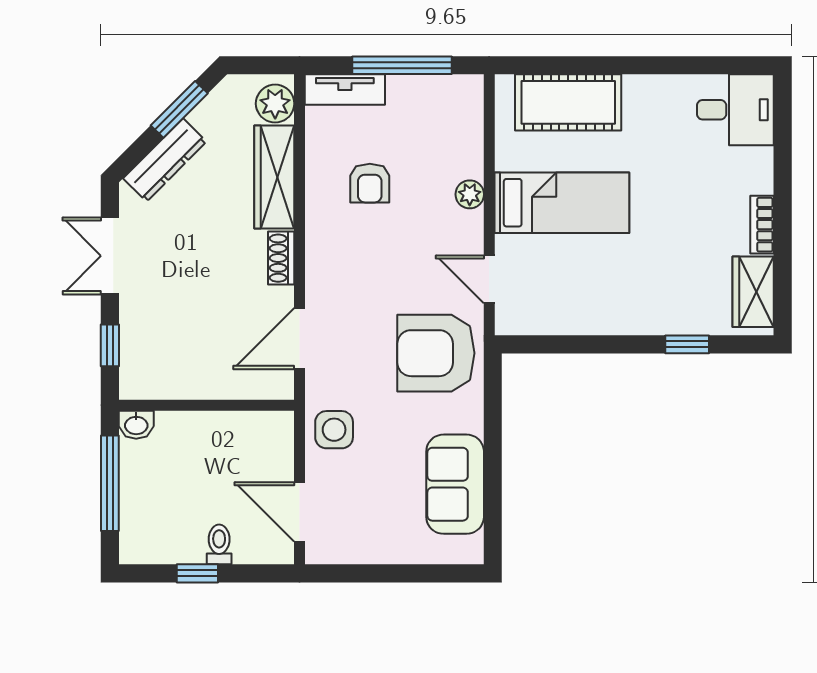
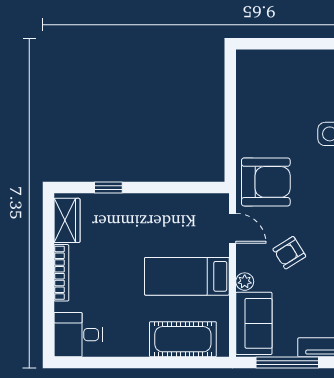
armchair: (370, 183) -> (289, 253), moved, turned -122
bookcase: (762, 225) -> (61, 273), width x1.56
sofa: (455, 484) -> (254, 323), moved

